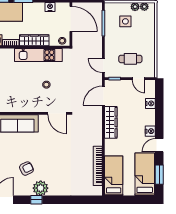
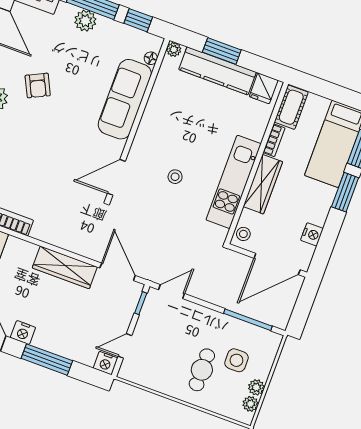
cafe table: (130, 59) -> (202, 370), moved
nightstand: (150, 103) -> (106, 363), moved
window: (159, 115) -> (47, 360), added

